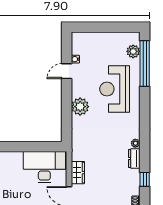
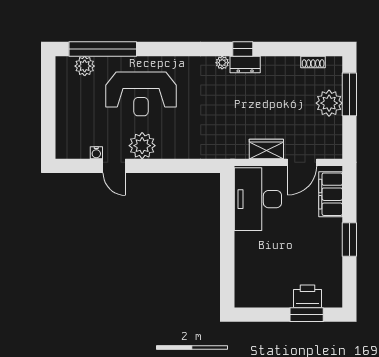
plant: (80, 107) -> (142, 146), moved
window: (145, 179) -> (243, 49), moved

